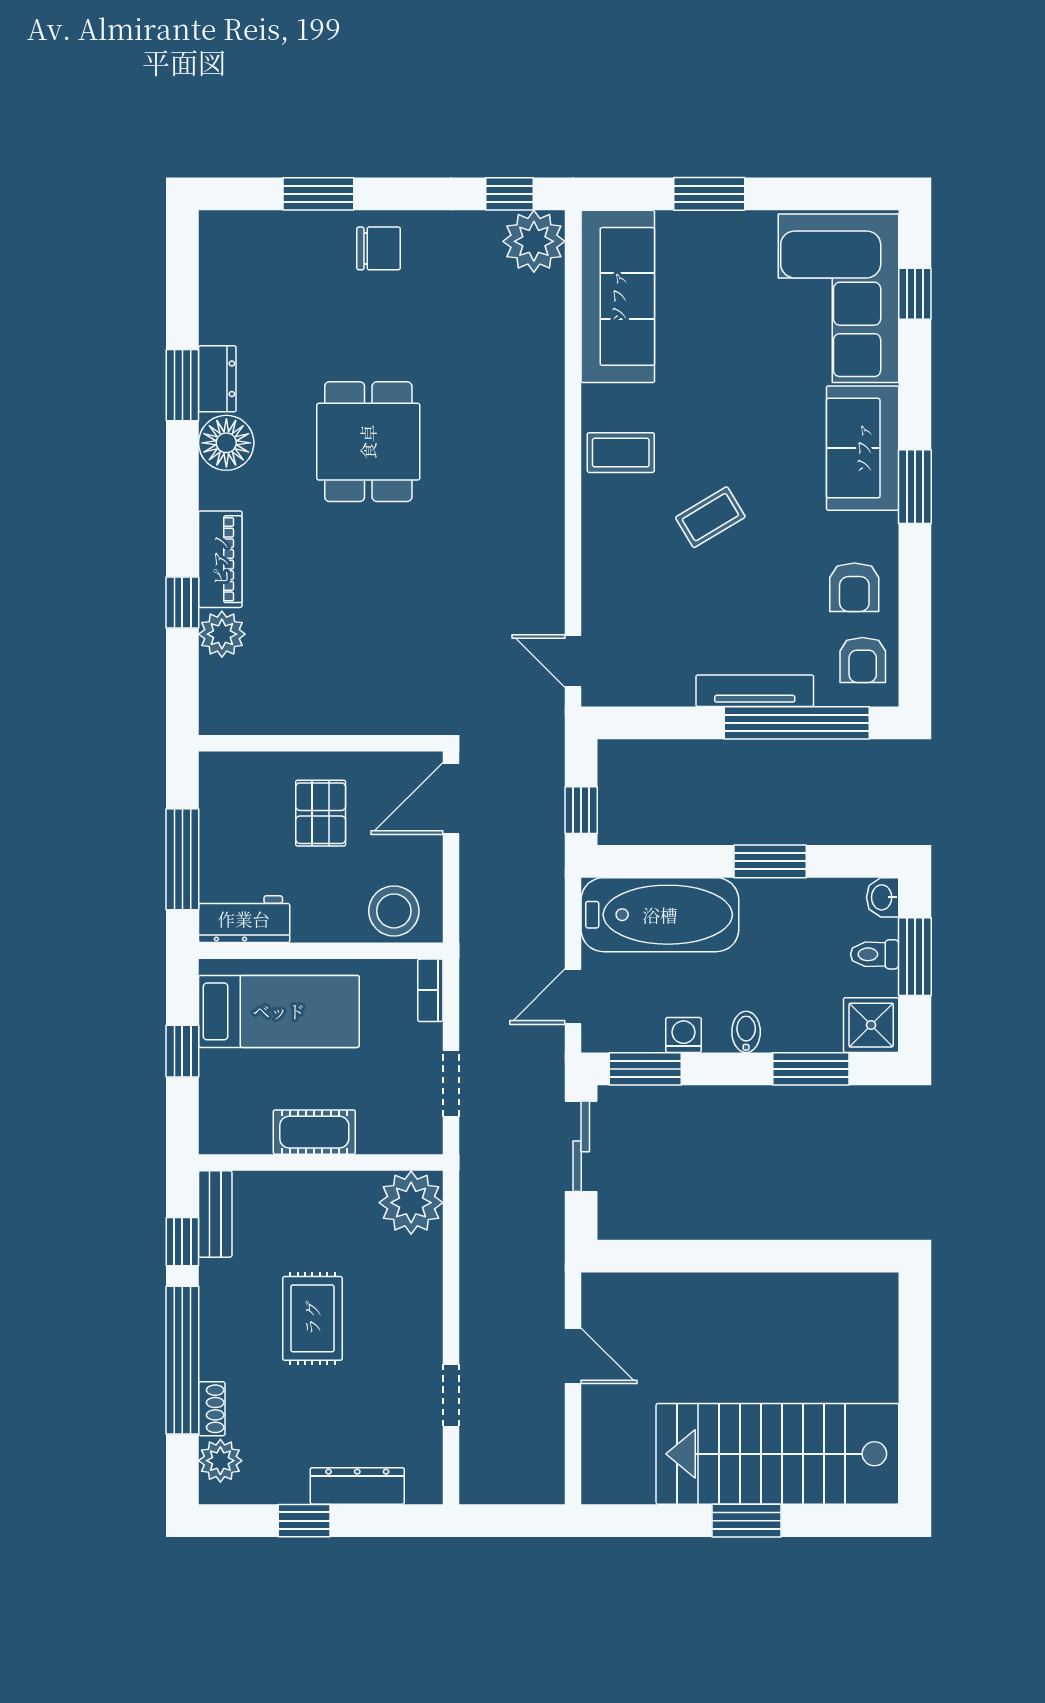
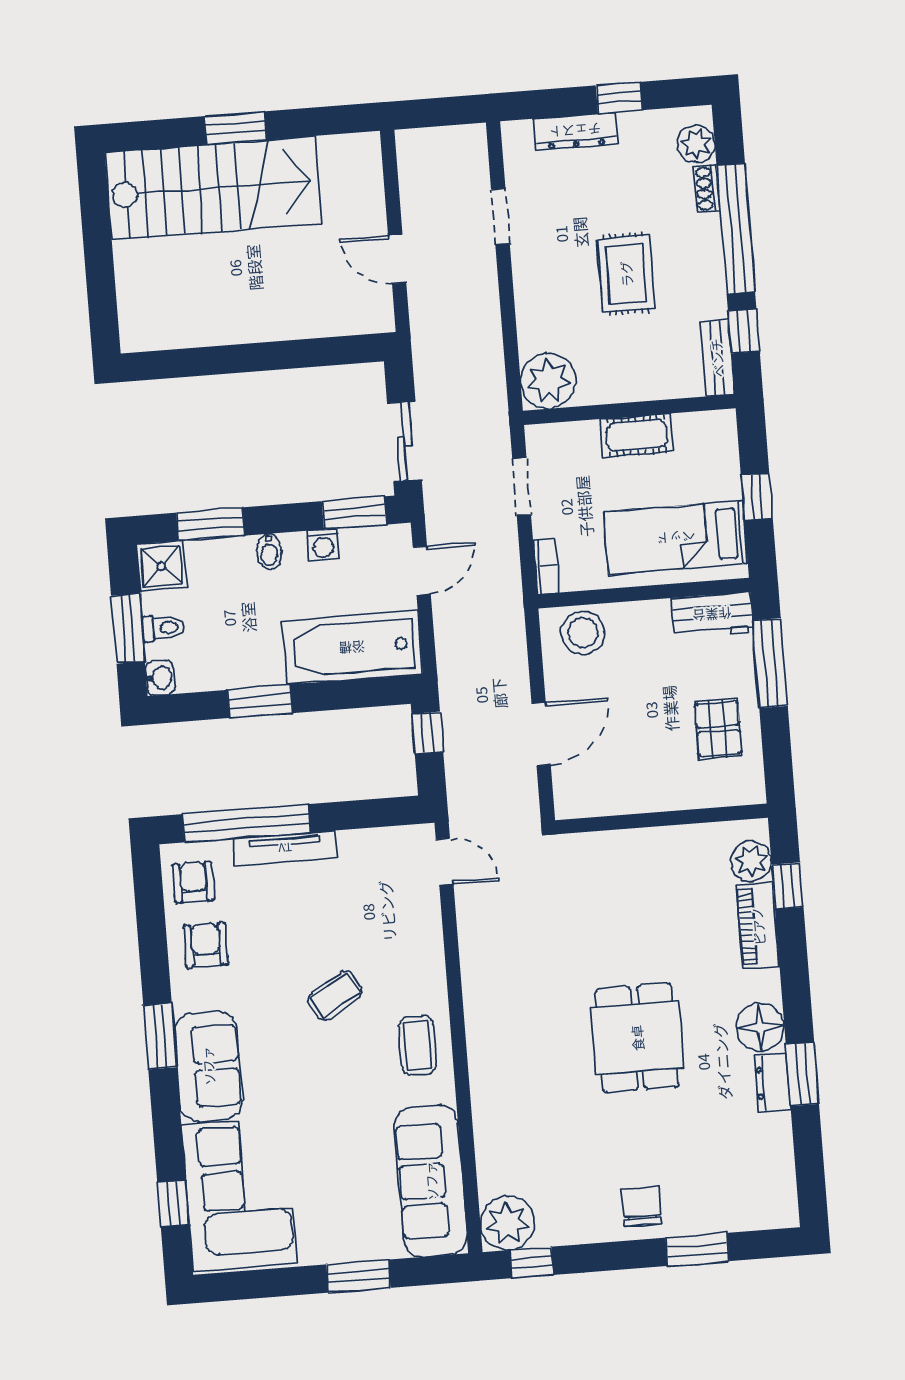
chair: (379, 248) -> (642, 1206), turned 90
coffee table: (621, 453) -> (417, 1046), turned 90
wall: (321, 743) -> (661, 819), moved
pallet: (321, 813) -> (718, 729), moved

